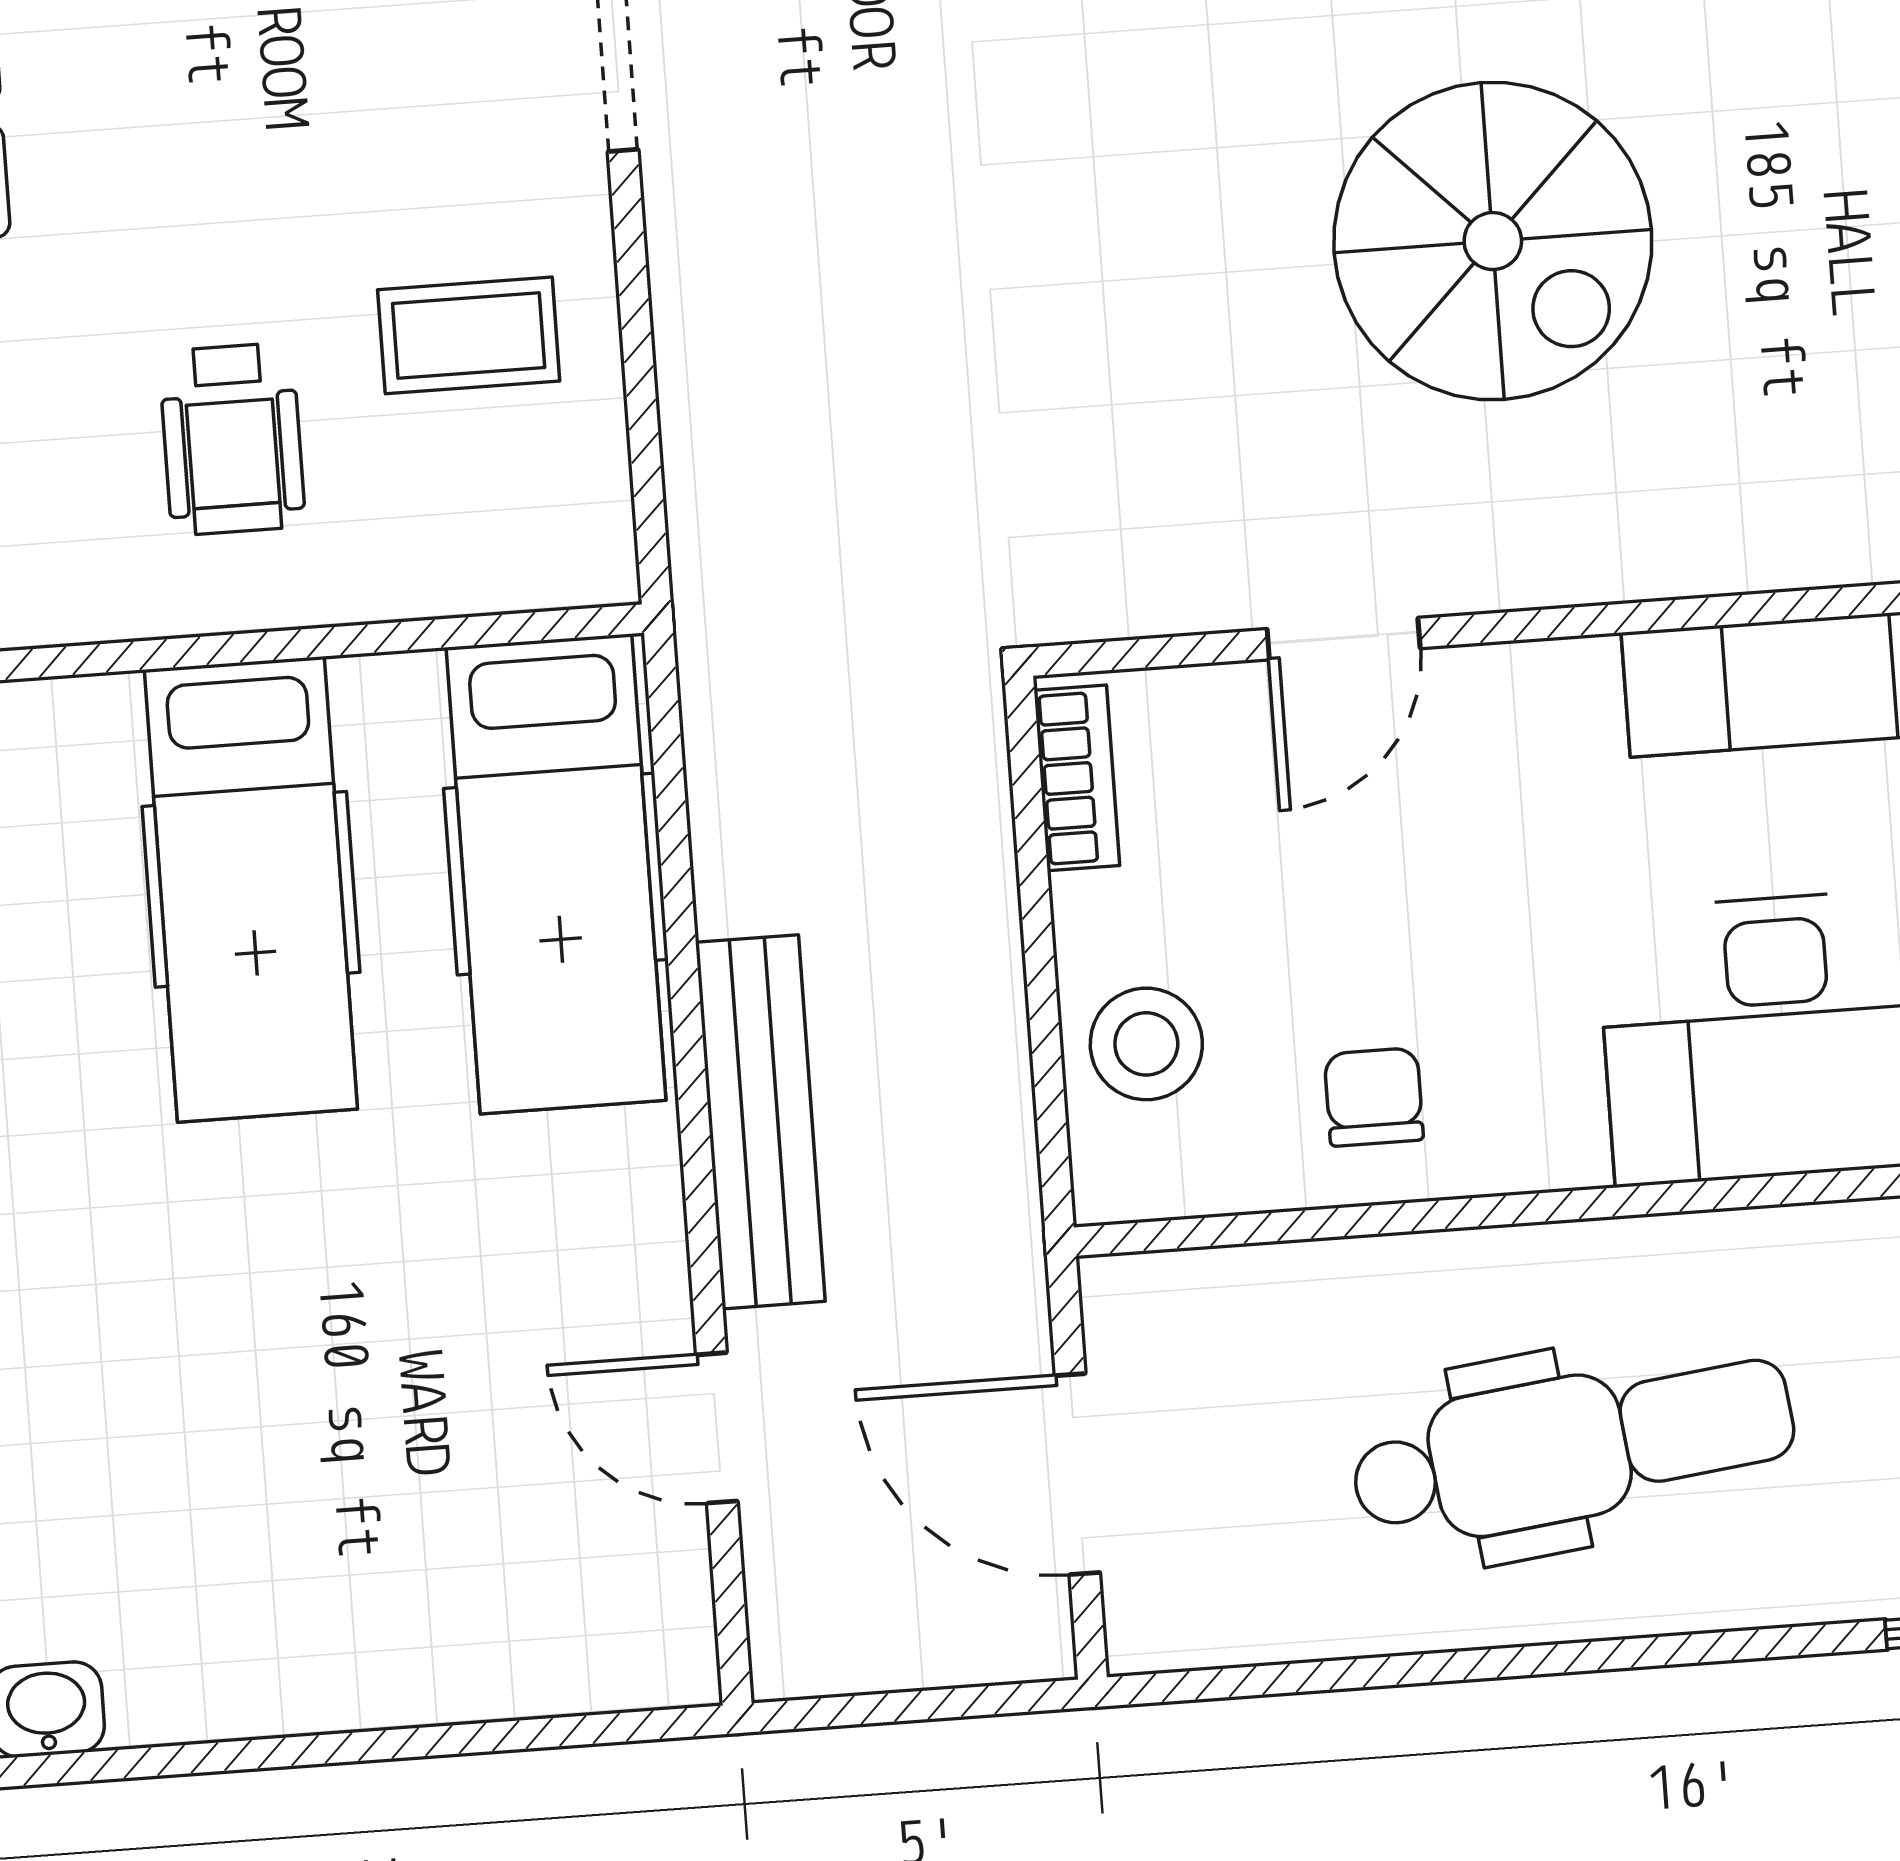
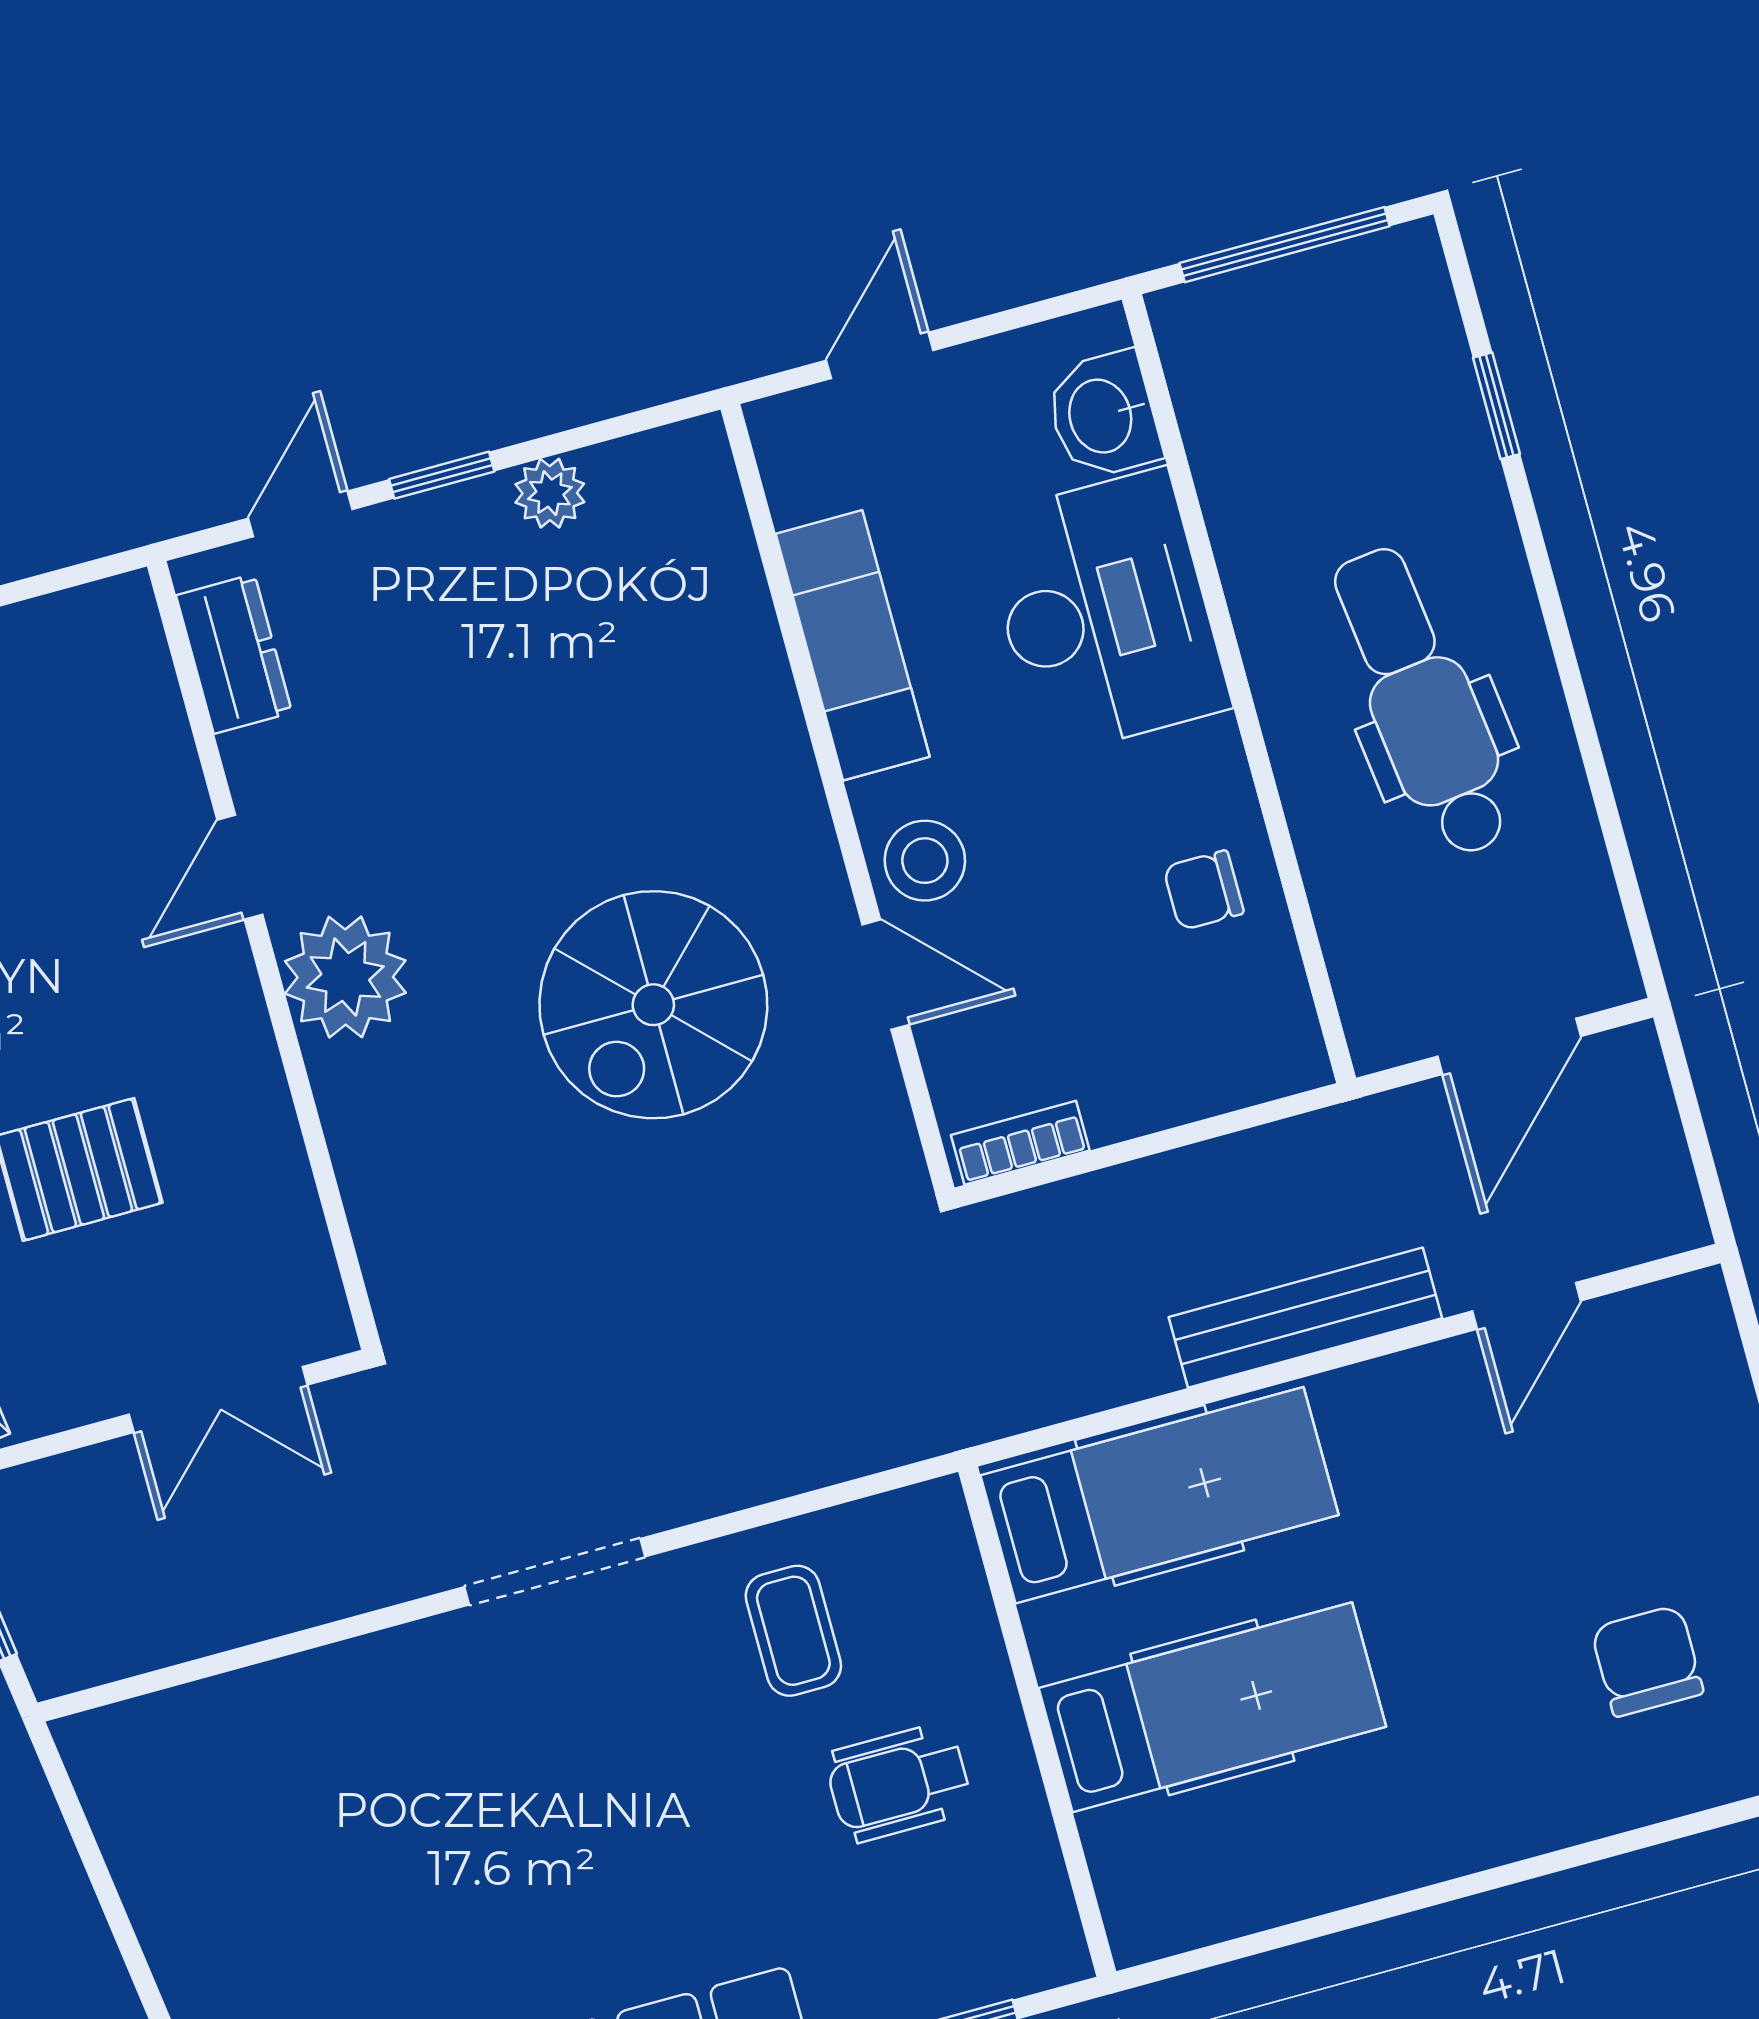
spiral stairs: (1493, 241) -> (653, 1005), moved, turned 180
wheelchair: (232, 439) -> (899, 1783), turned 180
stool: (1146, 1044) -> (925, 861), moved
chair: (198, 1498) -> (1647, 1661), added

